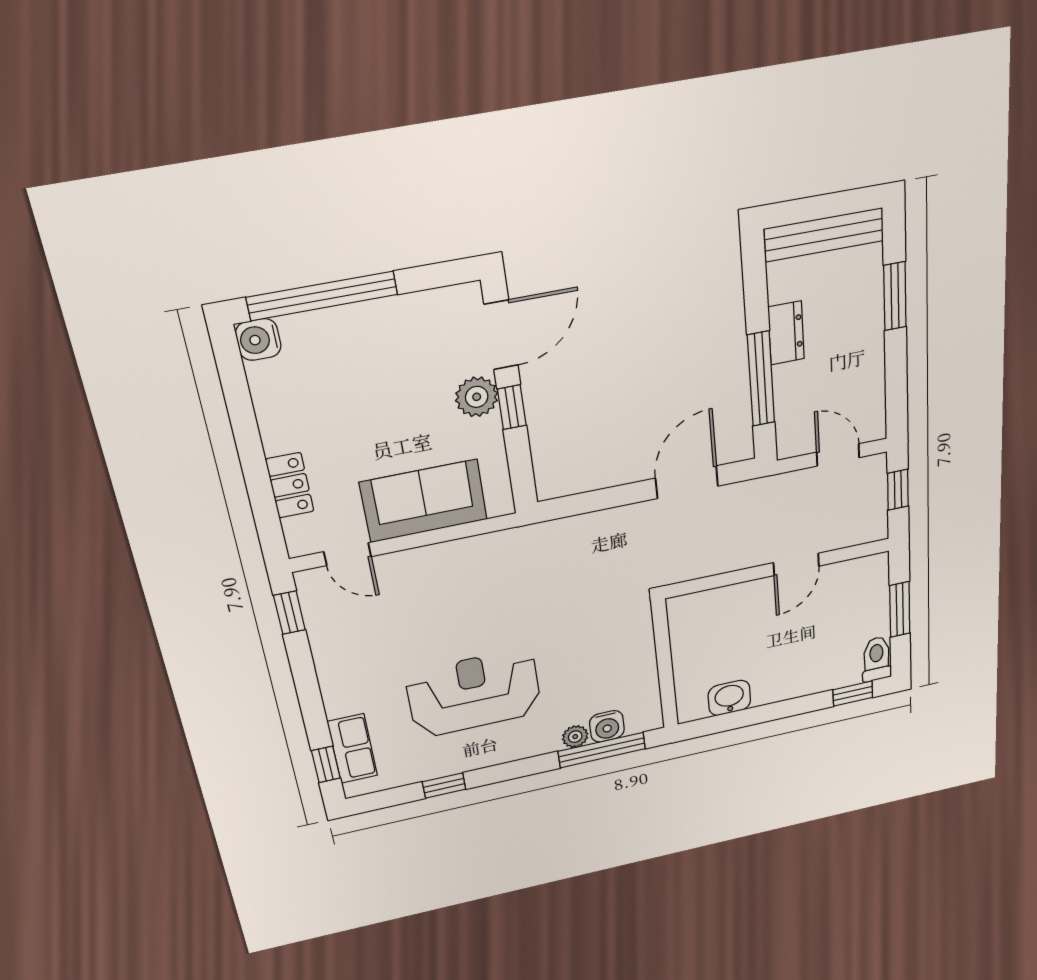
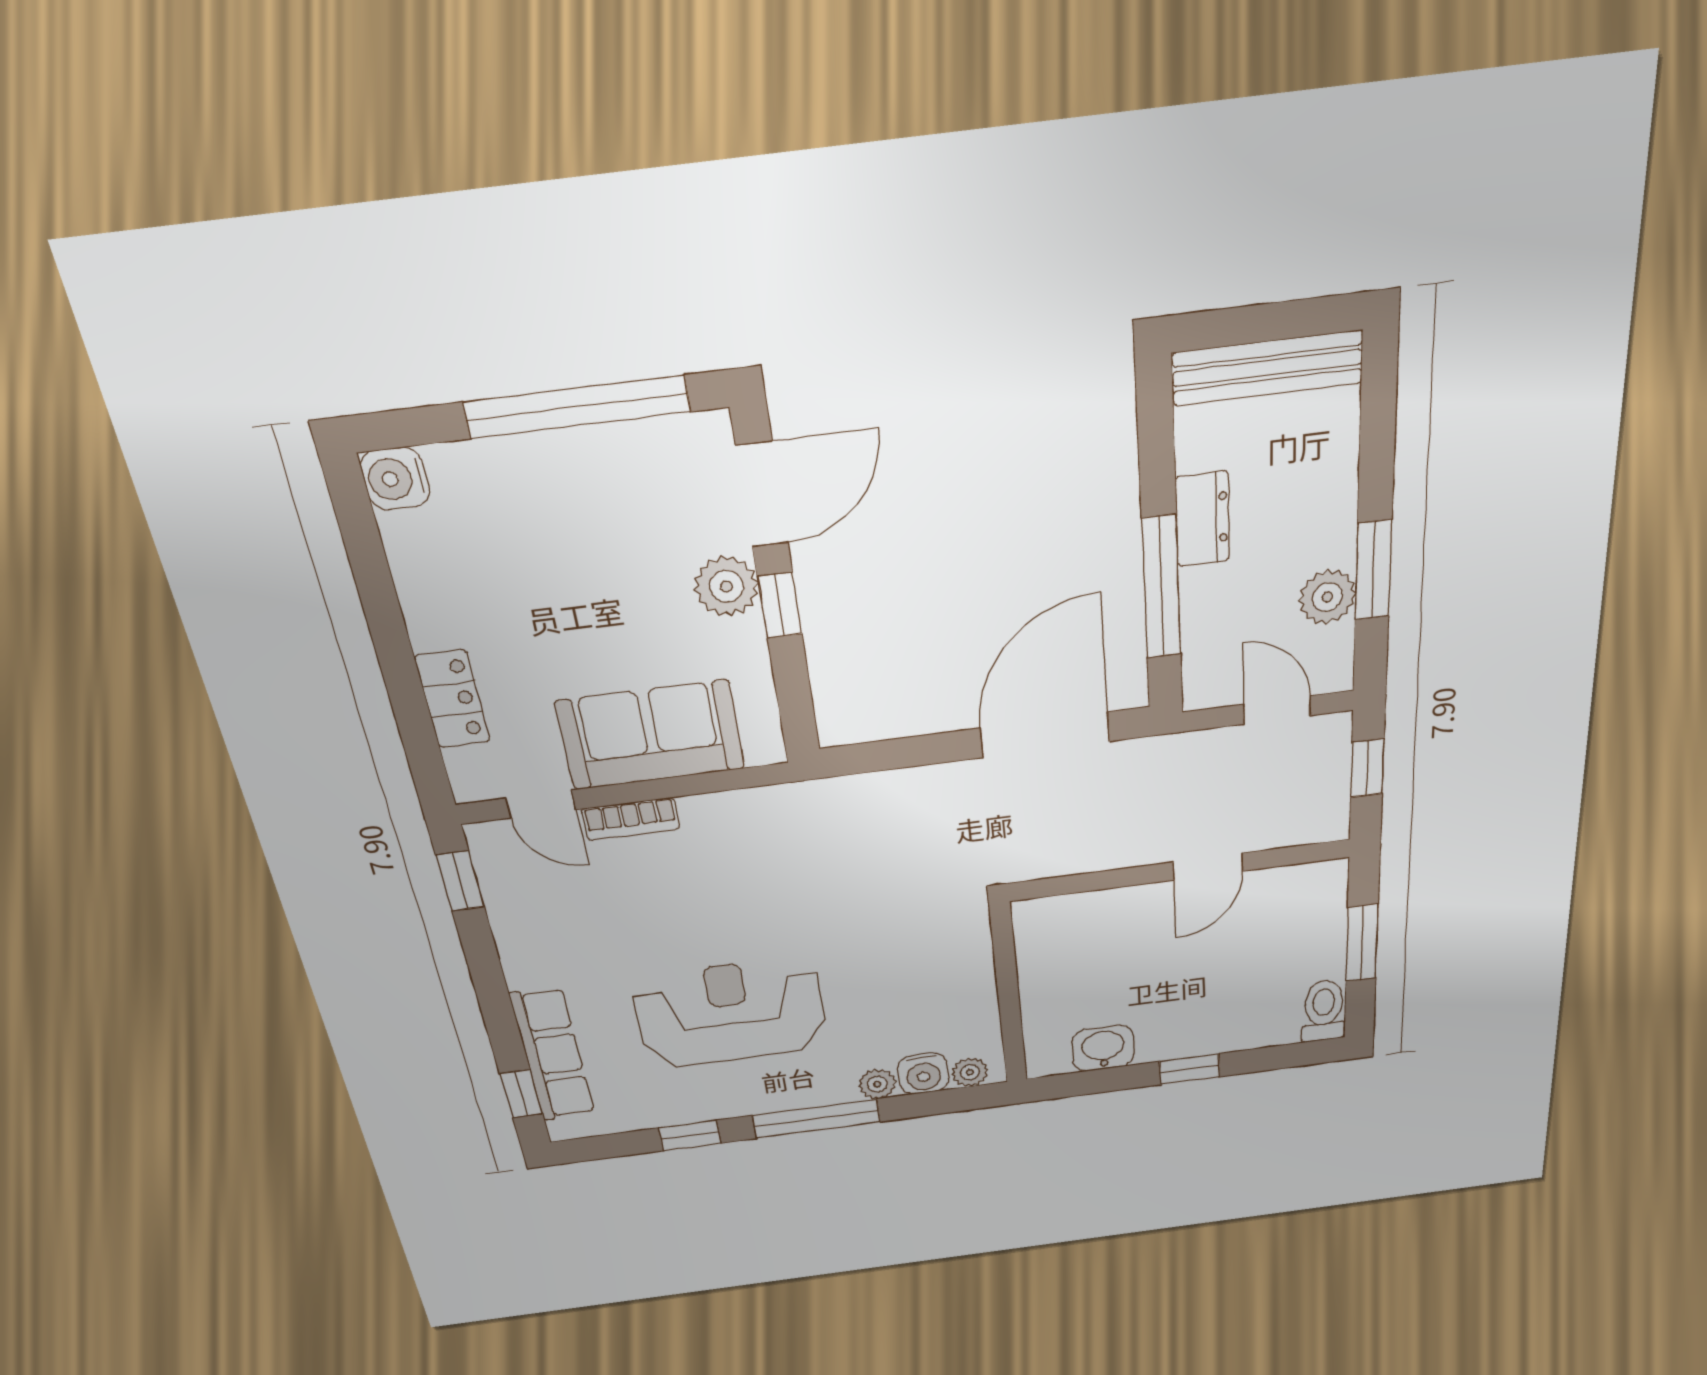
window: (322, 296) -> (577, 407), moved
window: (895, 296) -> (1373, 570), moved
plant: (867, 378) -> (1327, 597), added
door: (687, 482) -> (1045, 735), width x1.36
bookcase: (409, 560) -> (631, 819), added
window: (853, 694) -> (1190, 1069), moved
plant: (639, 723) -> (970, 1072), added
row of seats: (352, 749) -> (553, 1055), width x1.48
window: (602, 750) -> (816, 1119), moved

